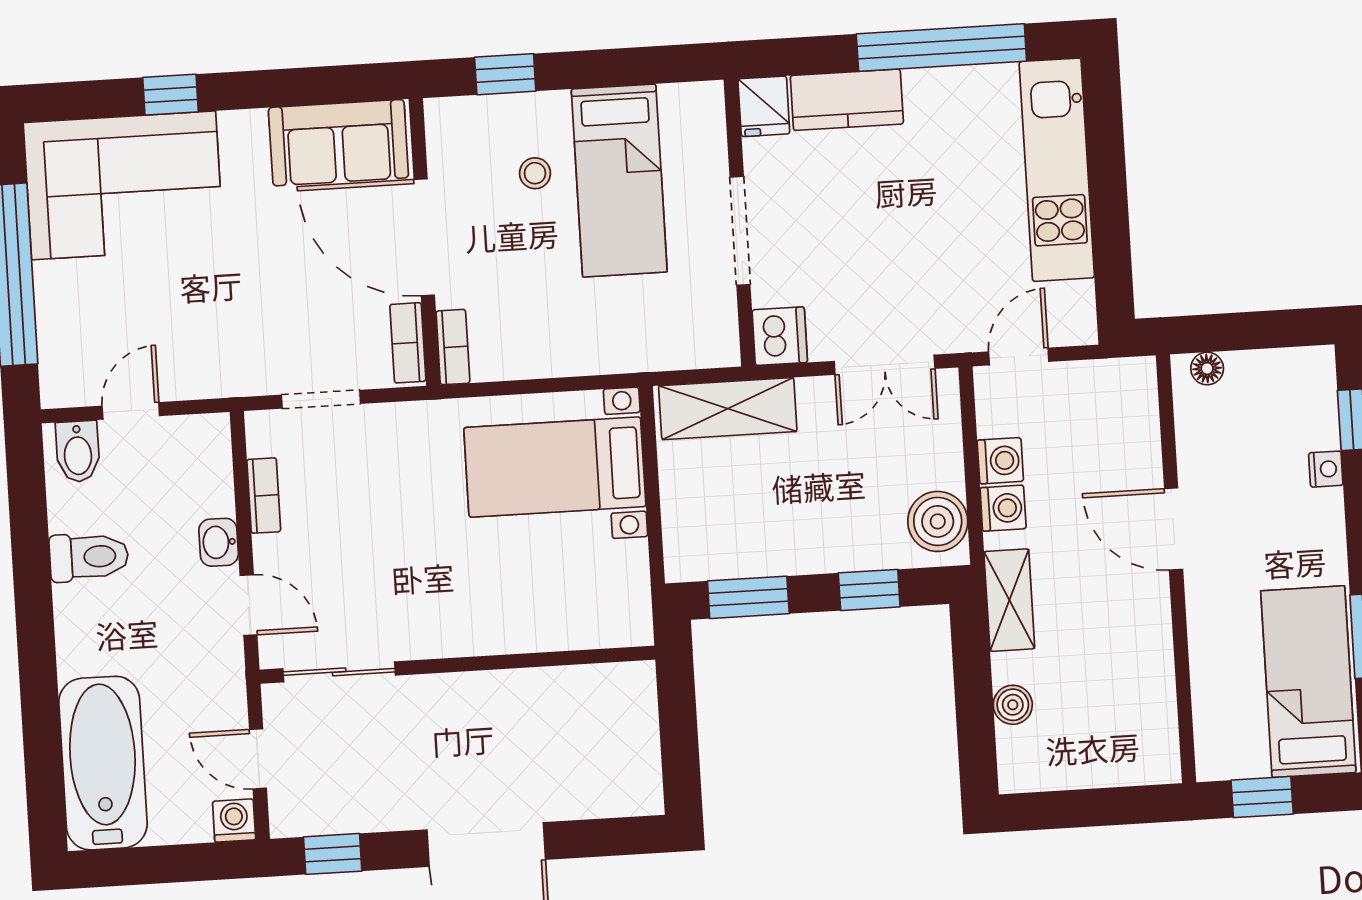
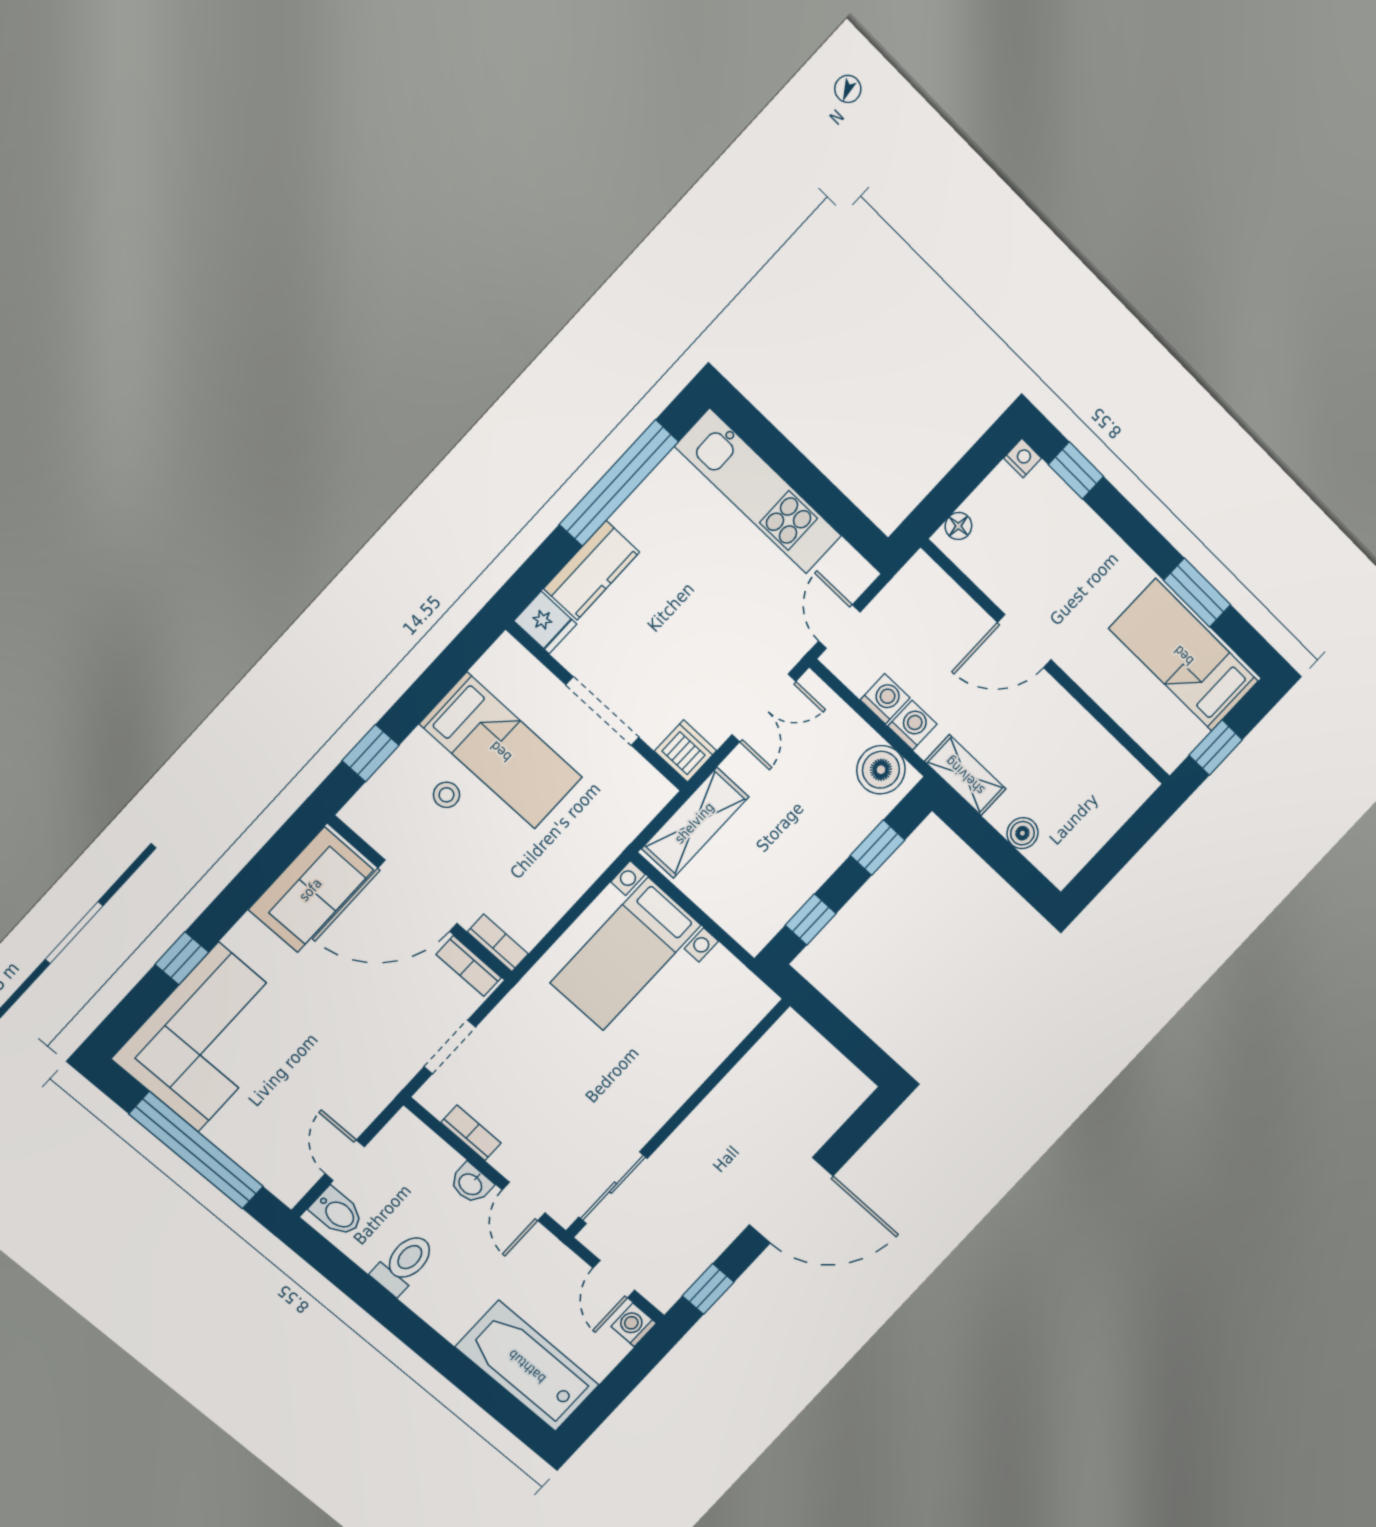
nightstand: (1326, 469) -> (1022, 458), moved
window: (748, 597) -> (811, 919), width x0.67
door: (249, 605) -> (524, 1201), swing flipped
door: (258, 759) -> (614, 1279), hinge flipped

